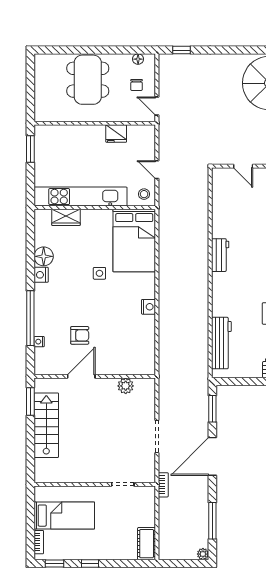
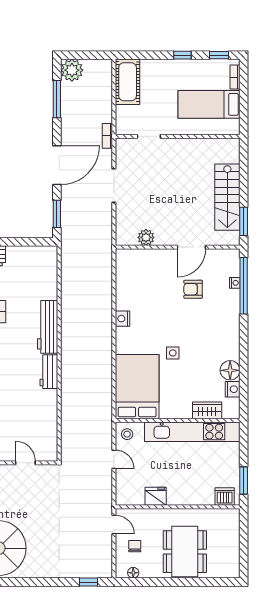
dishwasher: (49, 133) -> (225, 496), added
nightstand: (41, 275) -> (233, 389), moved
window: (30, 318) -> (244, 286), moved
workbench: (221, 343) -> (48, 327), moved
cot: (147, 544) -> (128, 82), width x1.37, depth x1.34
plant: (203, 554) -> (72, 70), width x1.88, depth x1.88

